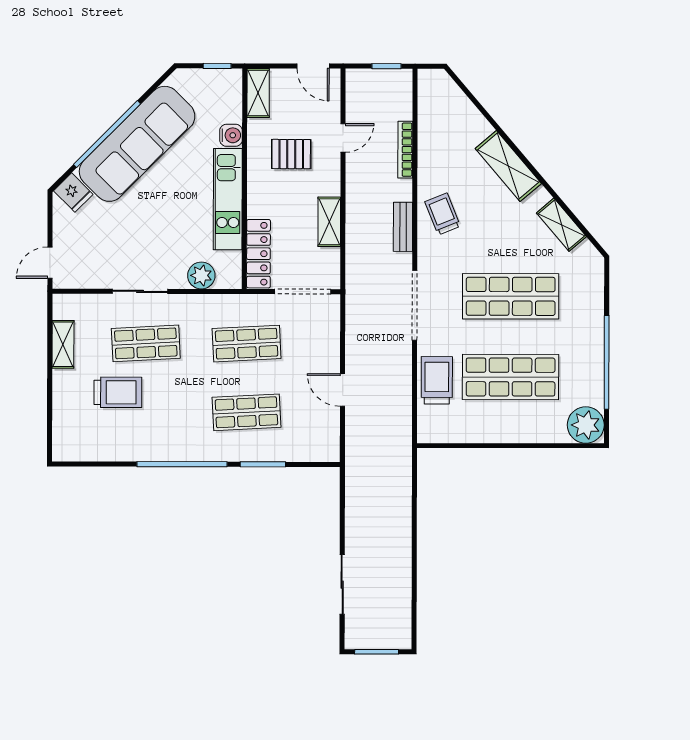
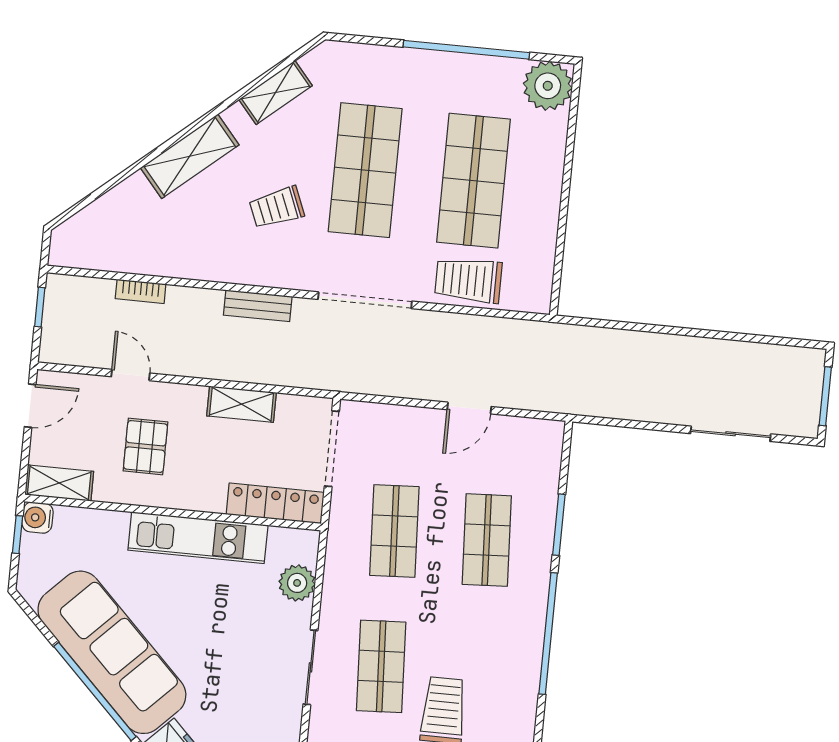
water cooler: (231, 135) -> (38, 518), moved, turned -90
bookcase: (405, 150) -> (141, 291), width x0.64
trolley: (443, 214) -> (277, 207), moved

